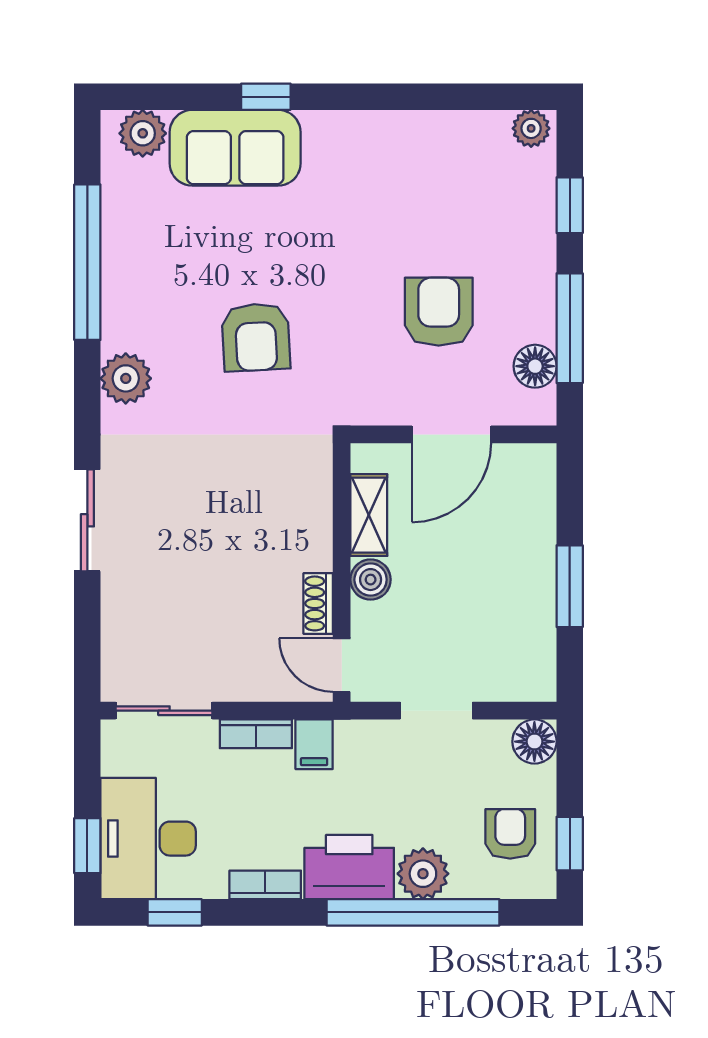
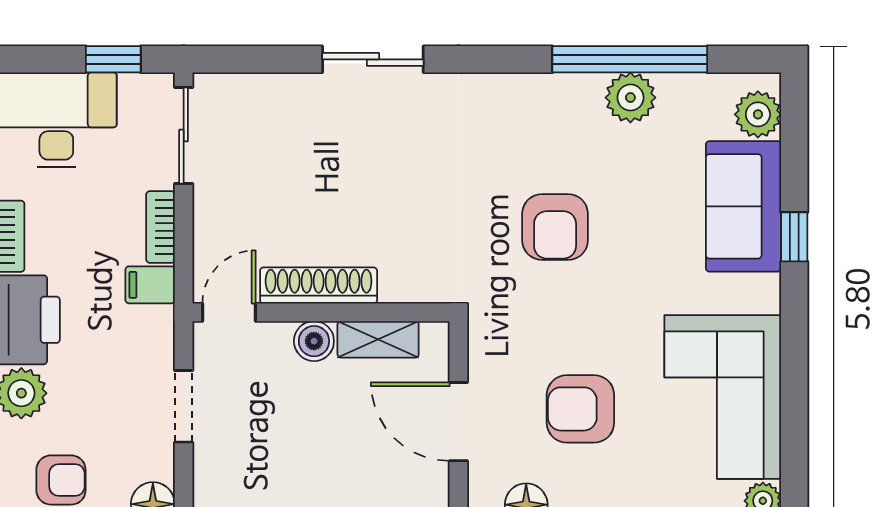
corner sofa: (427, 169) -> (723, 397), added
armchair: (439, 312) -> (580, 409), turned 180
armchair: (256, 337) -> (555, 227), turned -87
plant: (126, 378) -> (630, 98), moved
shoe rack: (318, 603) -> (319, 286), width x1.94, depth x1.24
window: (87, 846) -> (113, 59), moved

